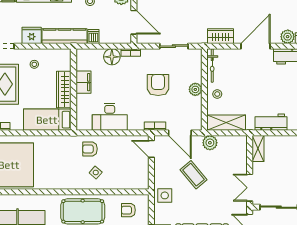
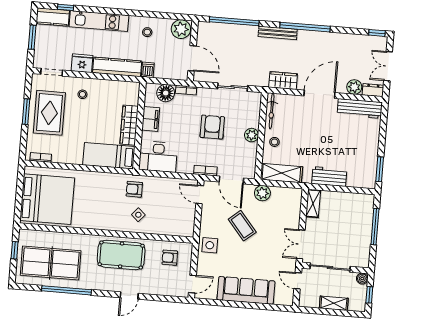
filing cabinet: (83, 82) -> (151, 119), moved
wall: (73, 89) -> (139, 126), moved
wardrobe: (64, 90) -> (129, 125), moved
bed: (47, 120) -> (109, 156), moved

